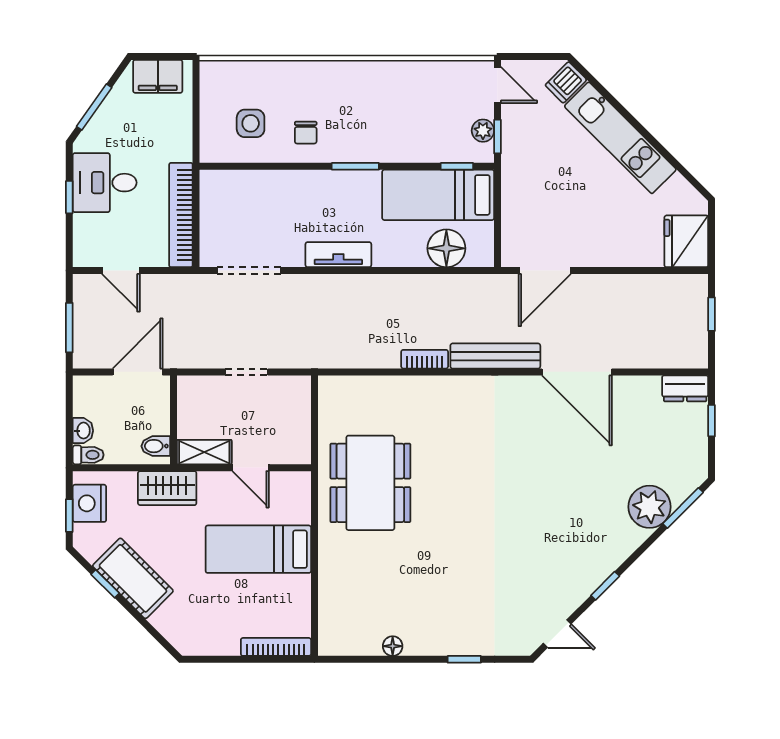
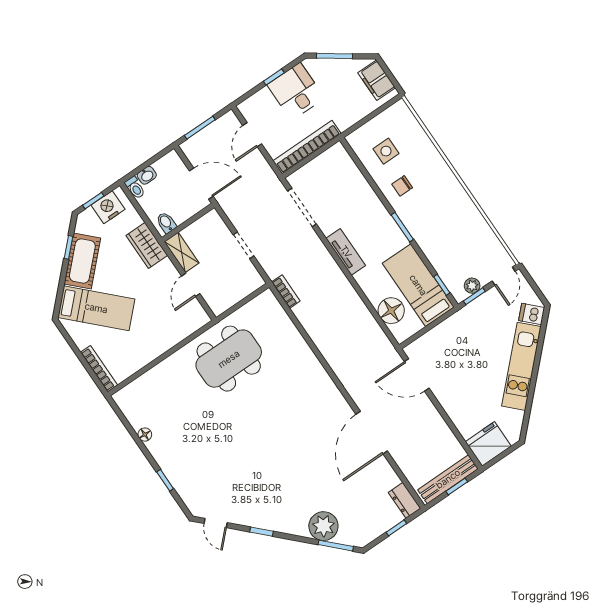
bench: (495, 356) -> (448, 479), moved, turned 90
bookcase: (425, 359) -> (286, 292), moved
bed: (258, 549) -> (96, 308), moved, turned 135

